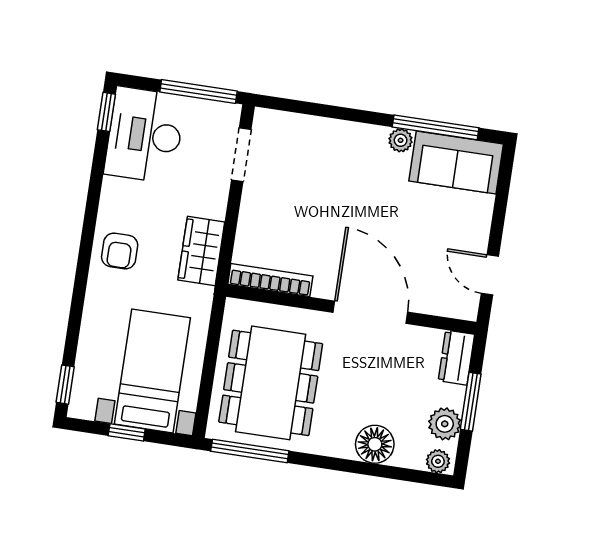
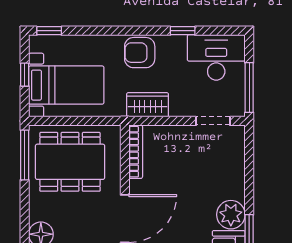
window: (106, 112) -> (183, 31), moved
plant: (401, 140) -> (231, 215), width x1.88, depth x1.88
armchair: (120, 251) -> (140, 53), width x1.38, depth x1.38

